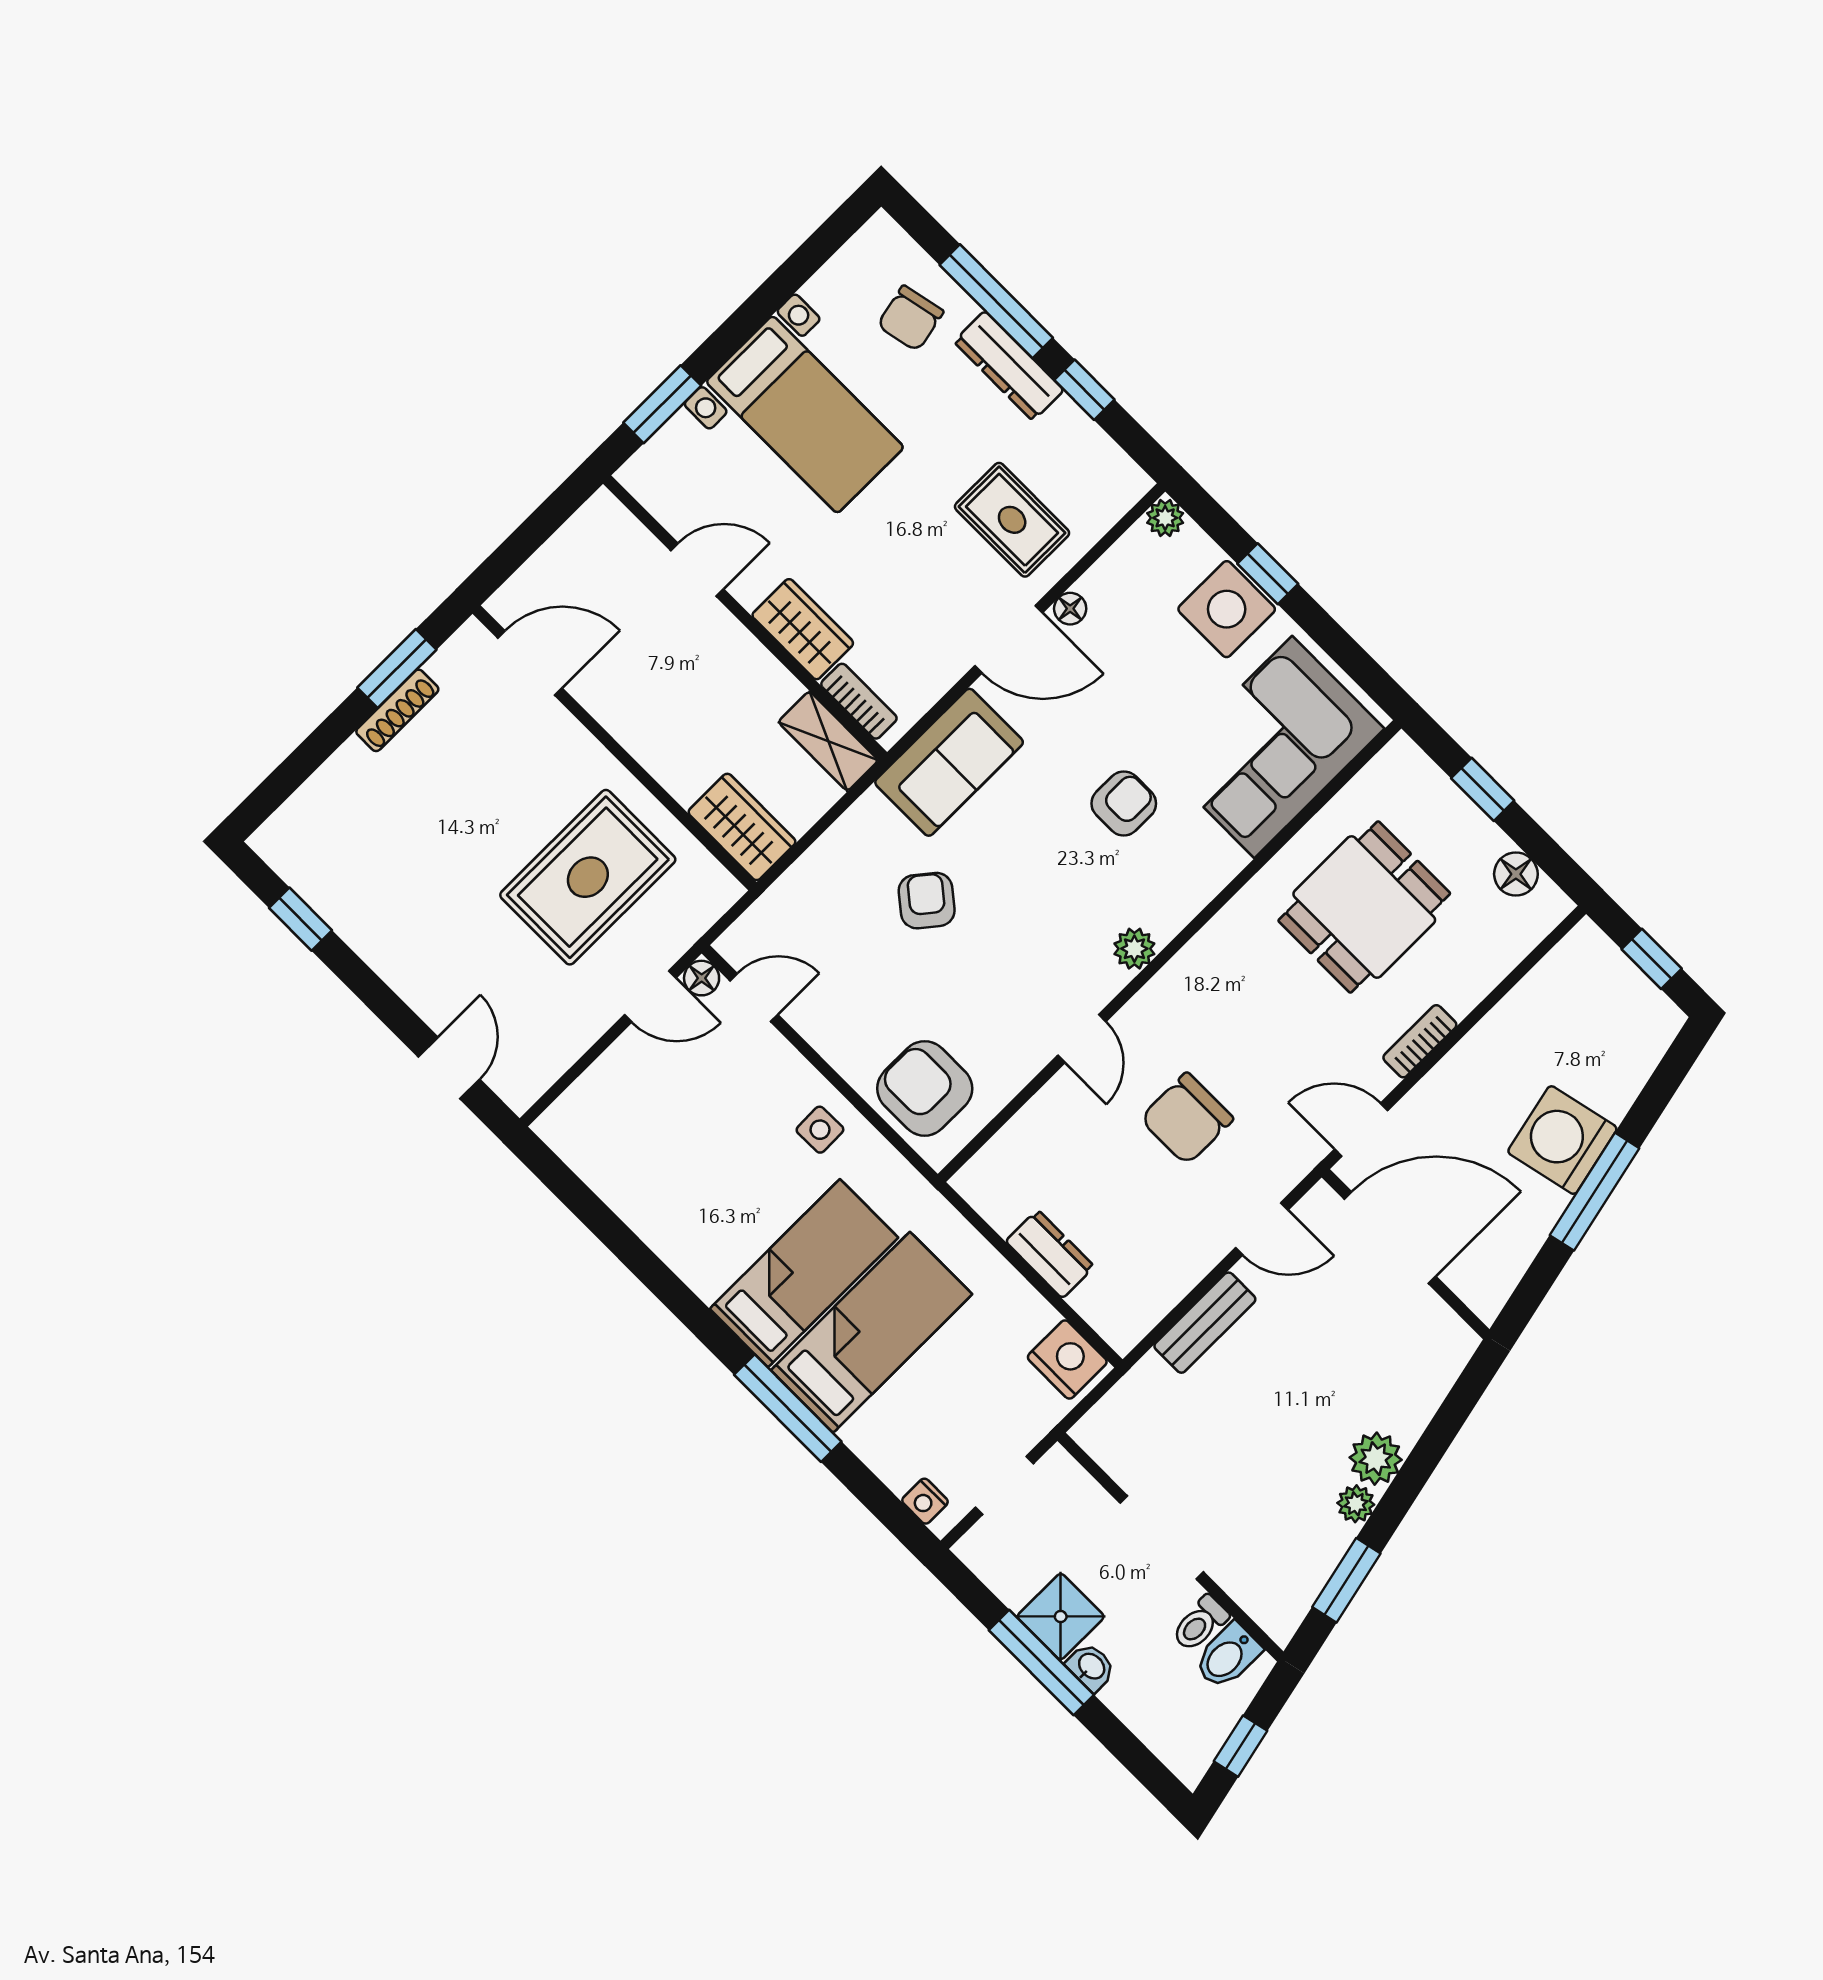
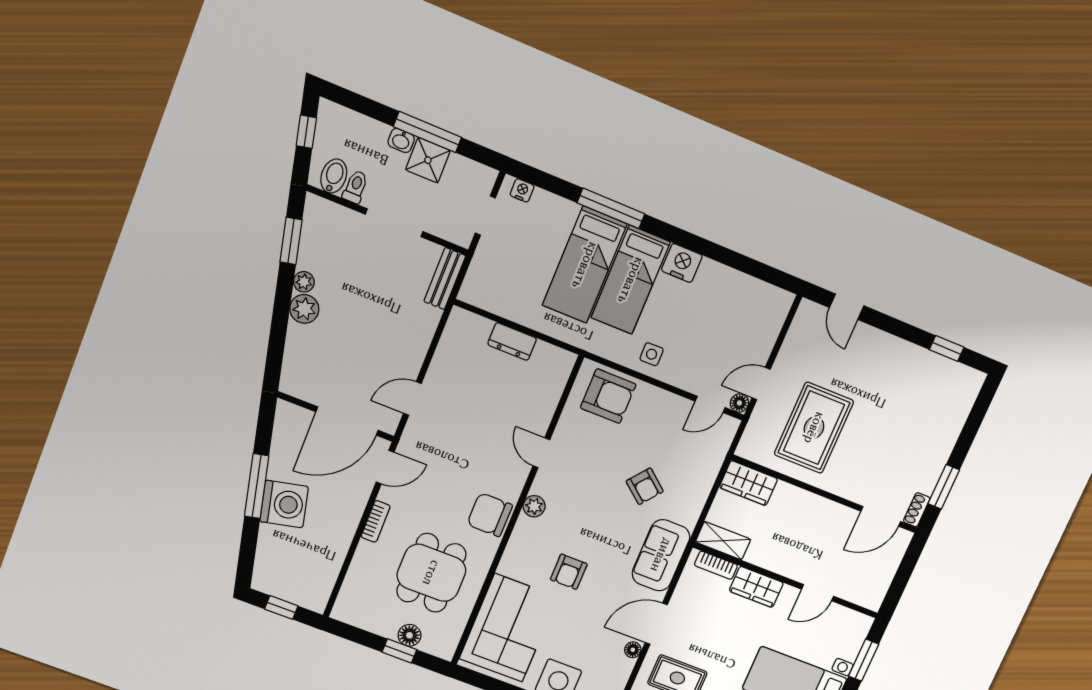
shoe rack: (397, 710) -> (917, 510), moved, width x0.70
floor lamp: (1516, 874) -> (409, 635), moved
chair: (1187, 1119) -> (490, 515), moved, turned -90
bench: (1205, 1323) -> (445, 279), moved
nightstand: (1067, 1359) -> (682, 263), moved, turned 180

